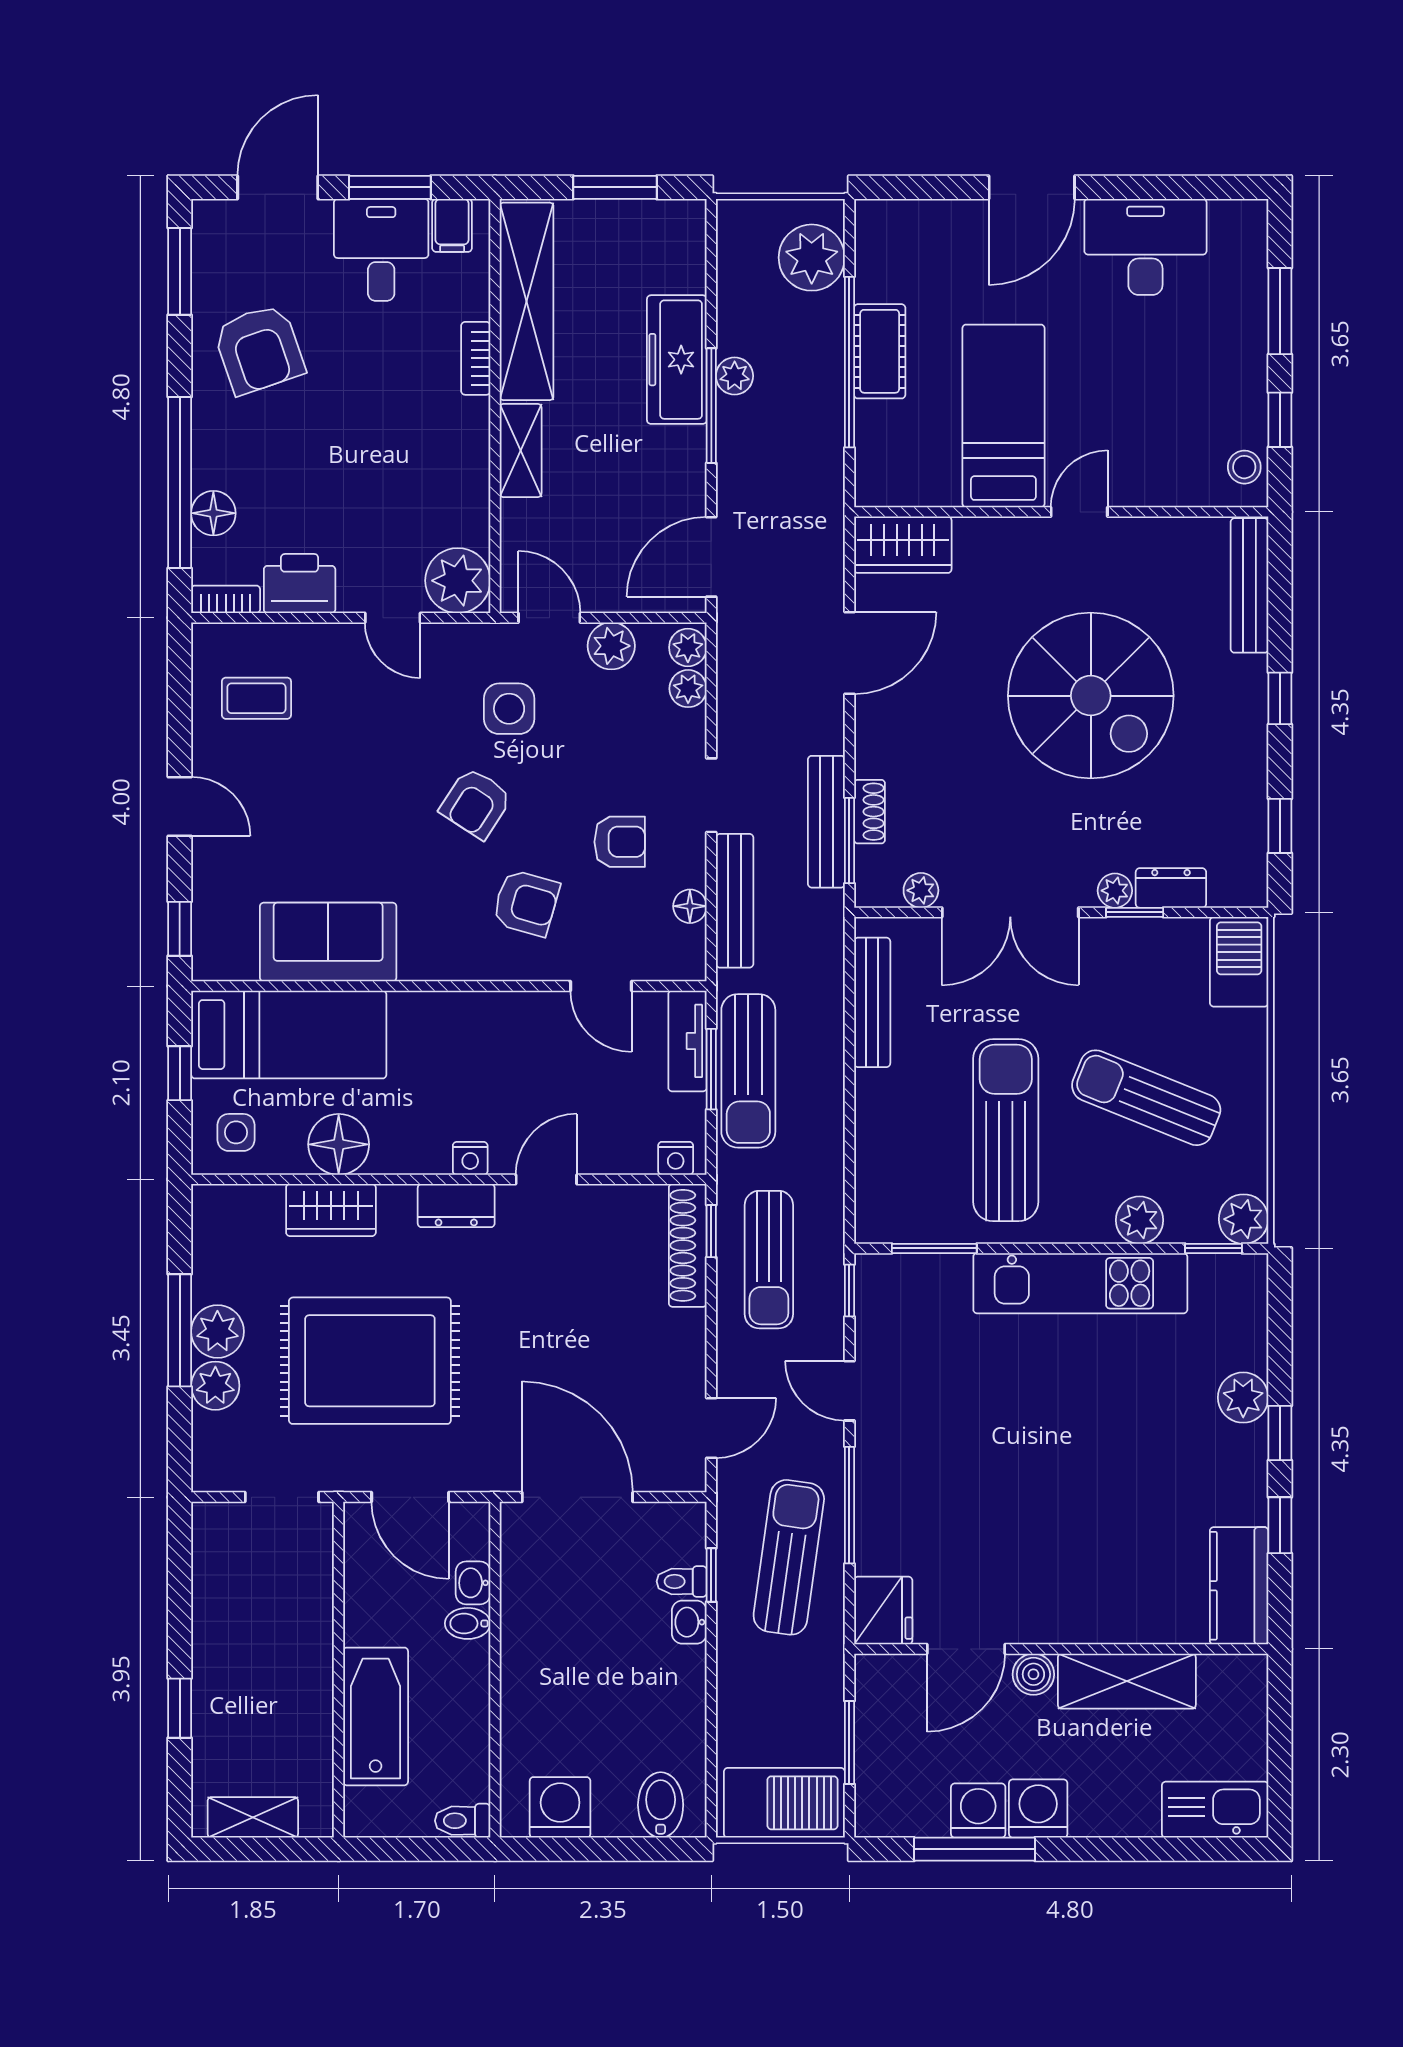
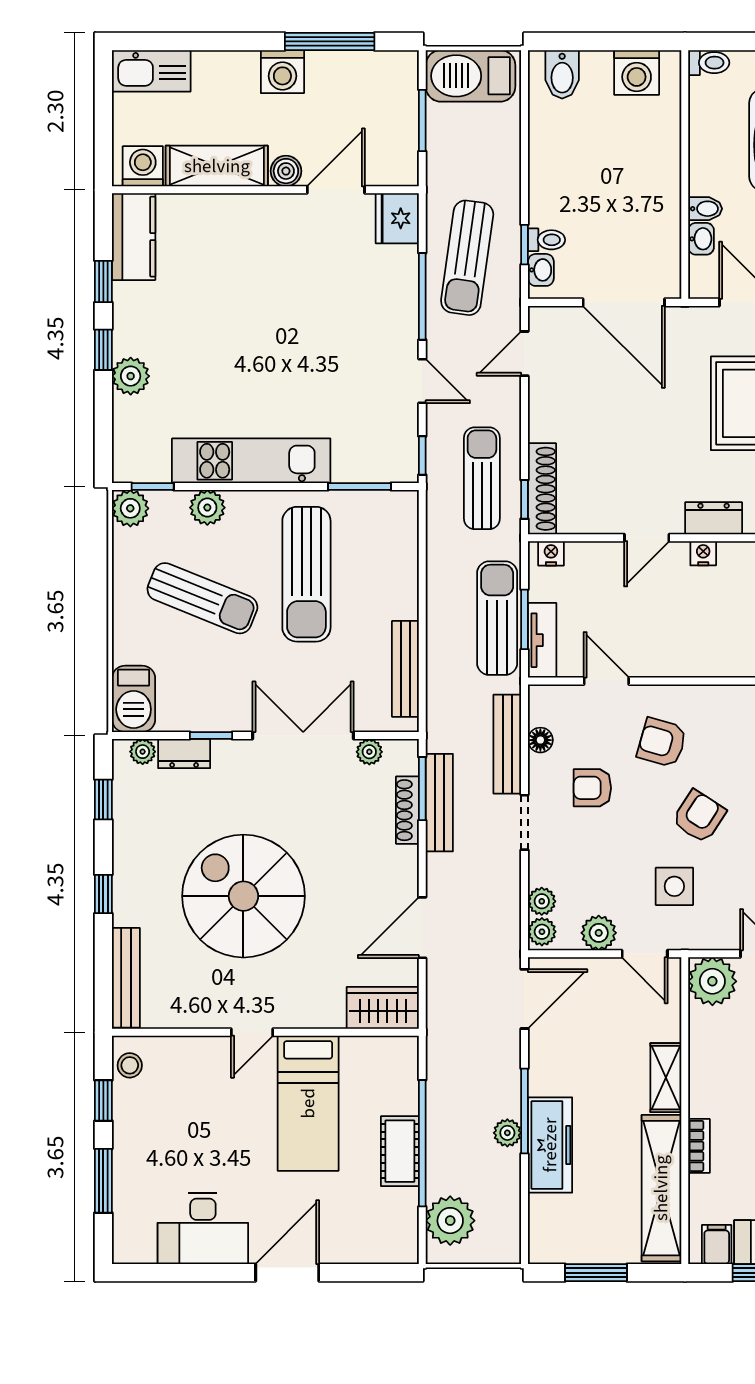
shoe rack: (870, 812) -> (407, 810), width x1.43
plant: (1115, 891) -> (143, 752), moved
washbasin: (689, 1622) -> (541, 270), moved
washing machine: (978, 1811) -> (143, 166), moved, turned 180

